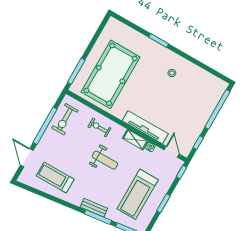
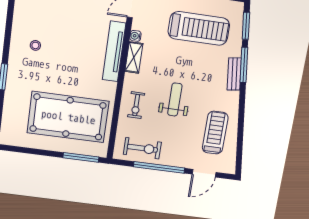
weight bench: (105, 160) -> (175, 99), moved
treadmill: (55, 178) -> (215, 133), turned 180

